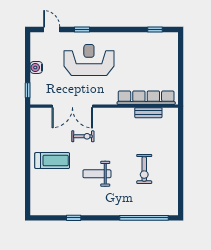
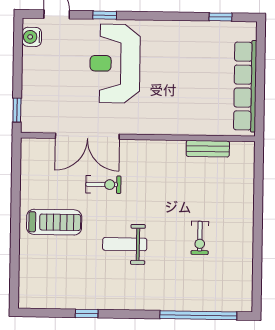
reception desk: (89, 60) -> (115, 64), turned -90
water cooler: (36, 67) -> (32, 37), moved
row of seats: (146, 98) -> (245, 86), moved, turned -90
exercise bike: (144, 169) -> (200, 238), width x0.73, depth x0.72

